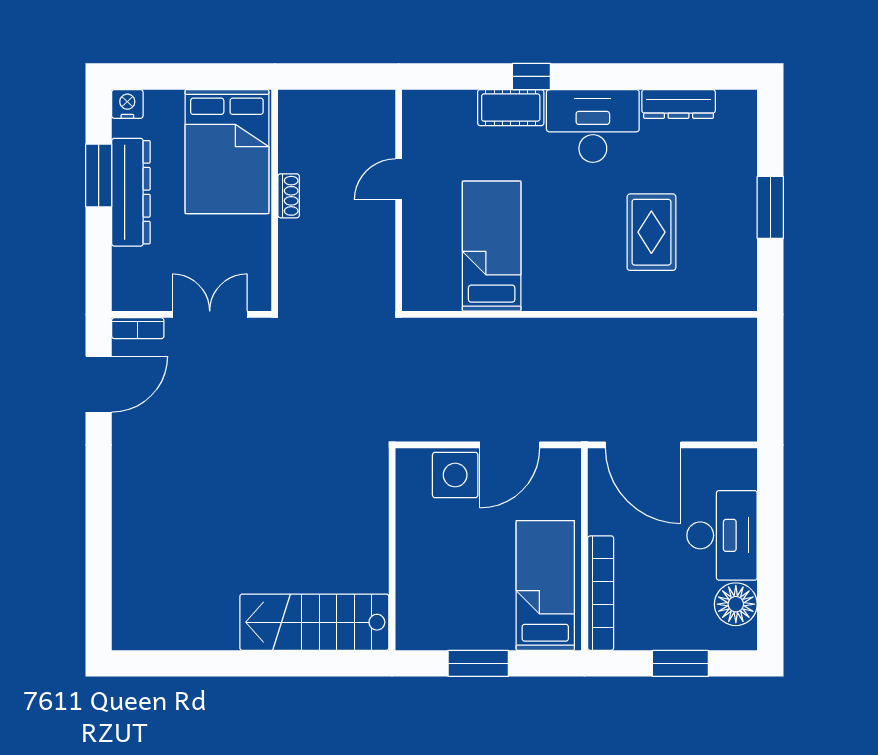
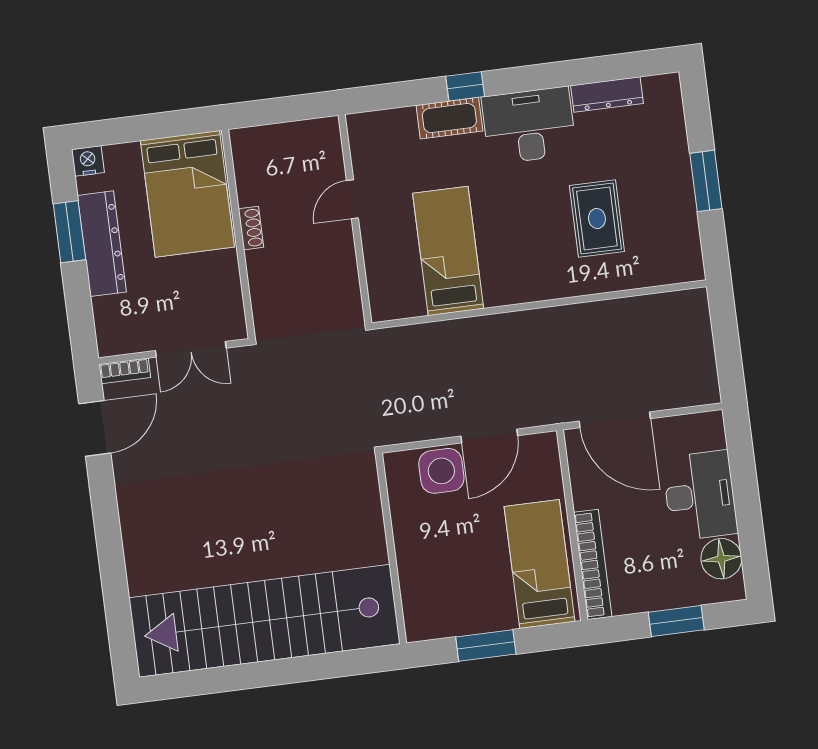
double door: (210, 314) -> (191, 349), swing flipped
stairs: (314, 622) -> (264, 621), width x1.86, depth x1.51

